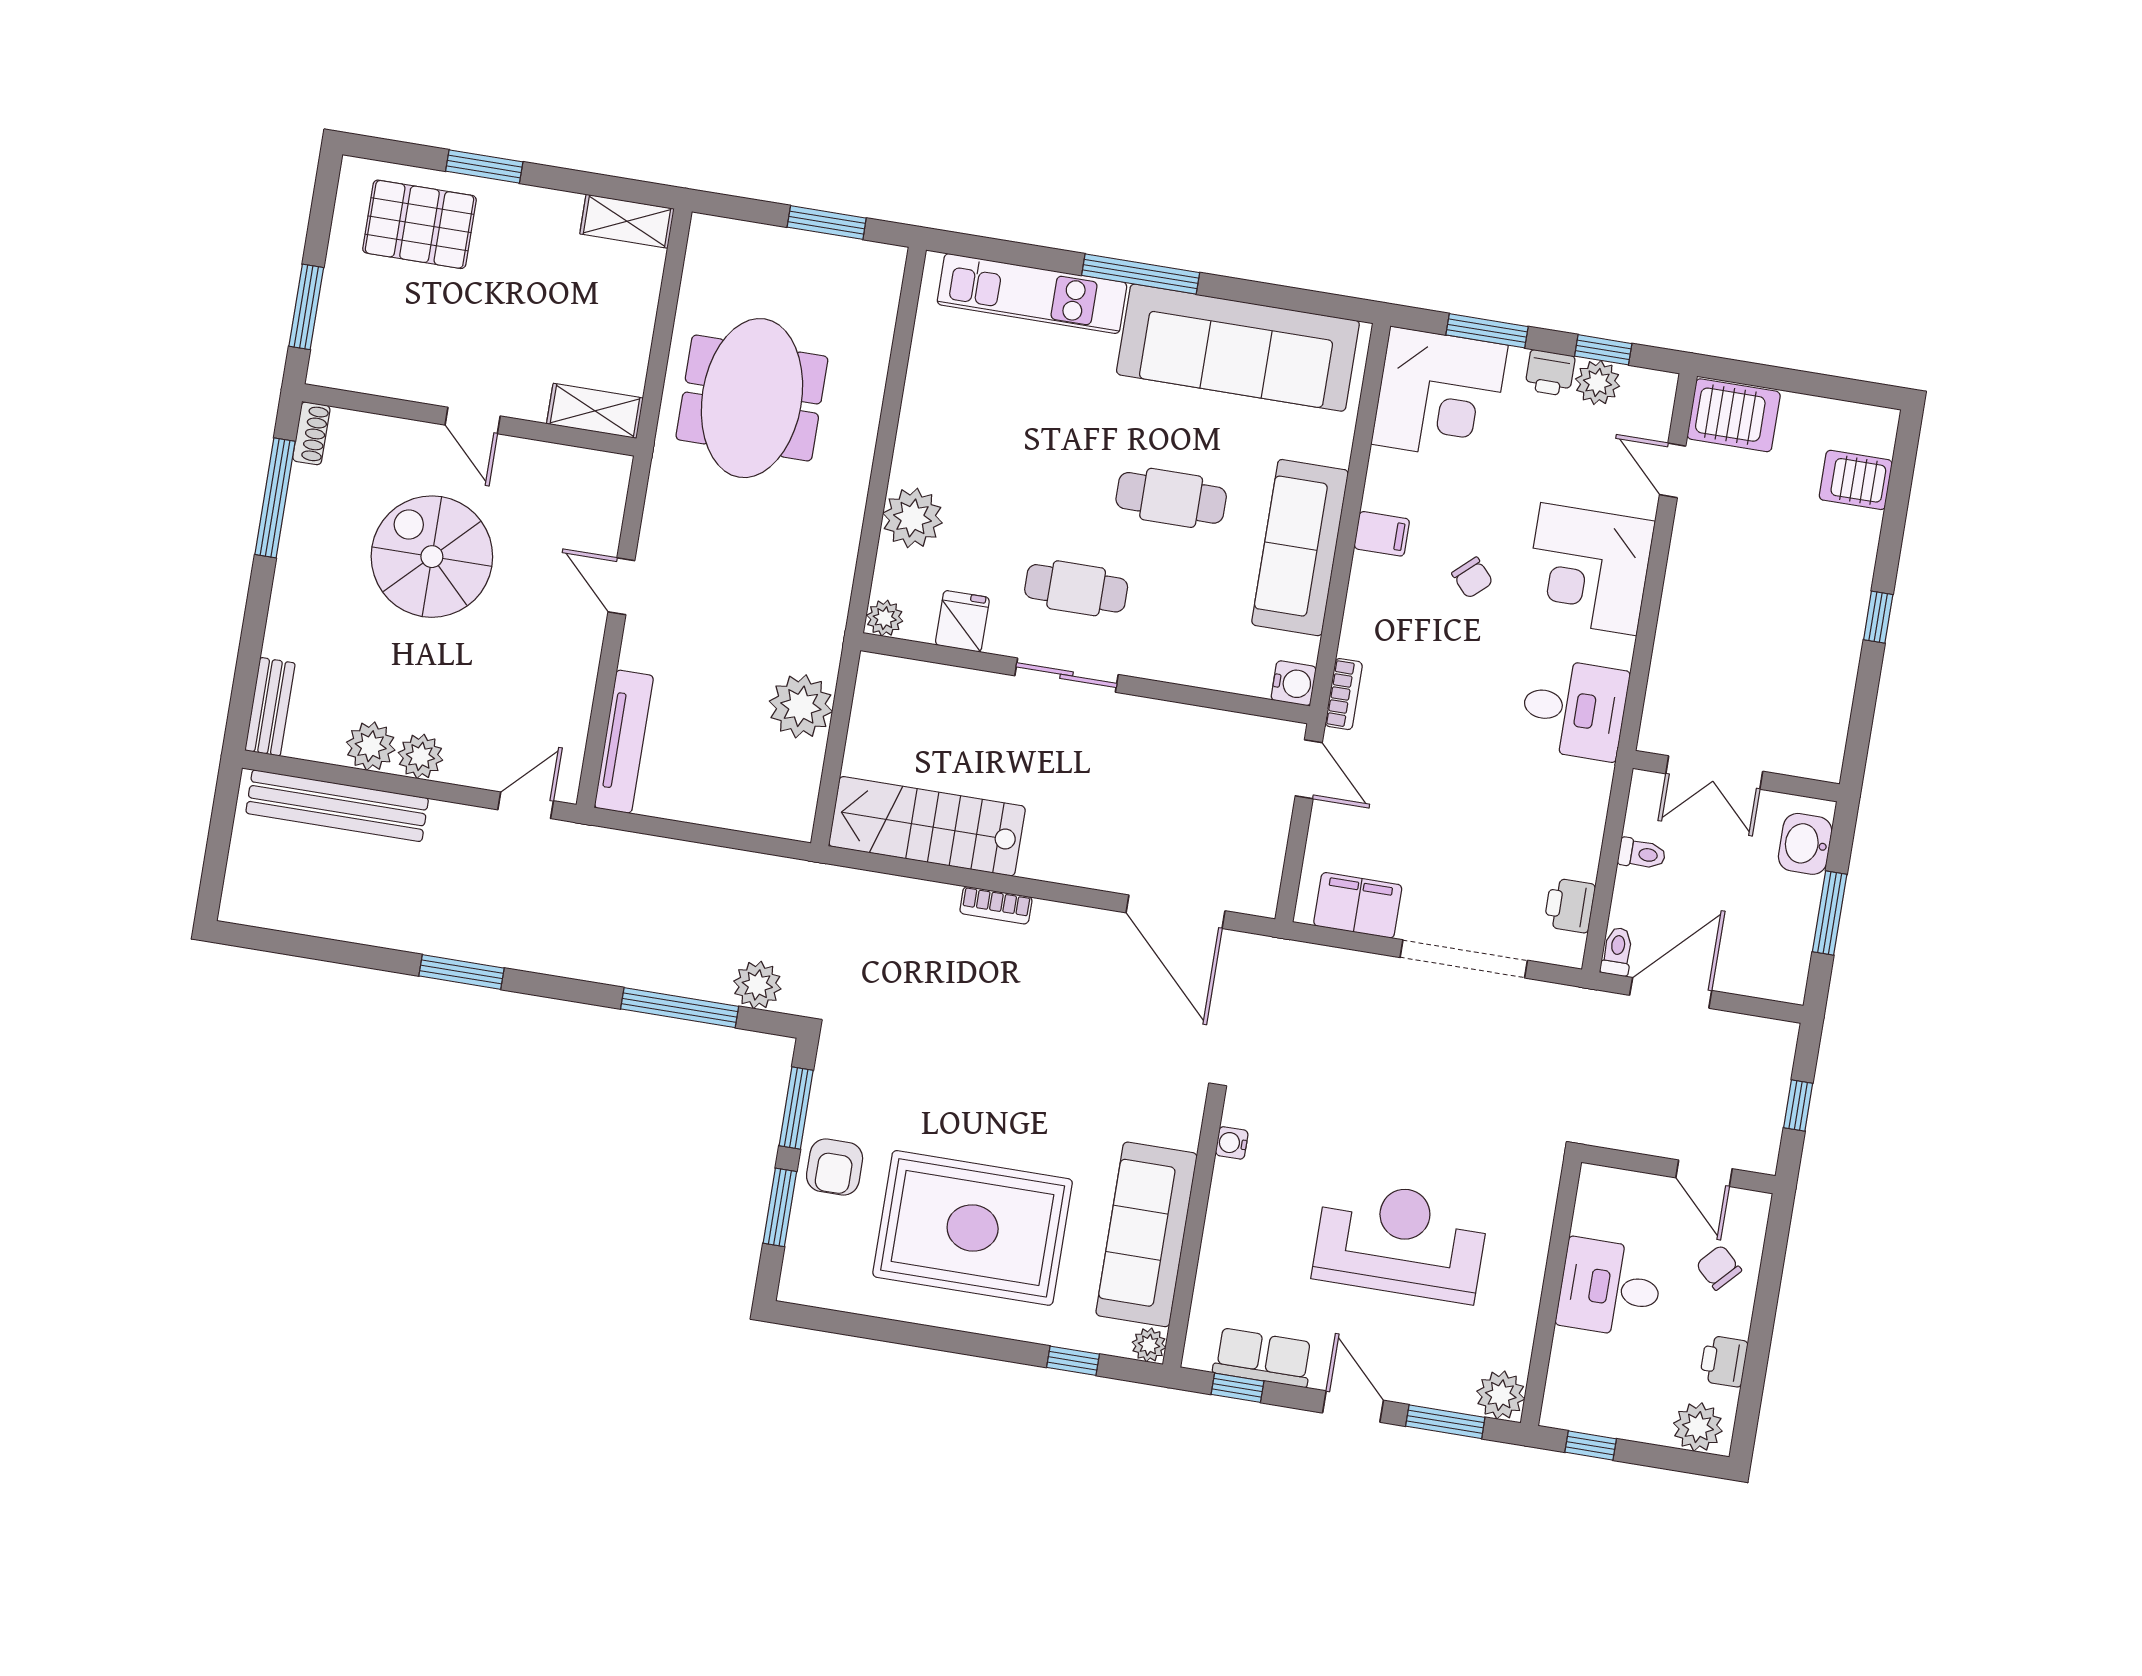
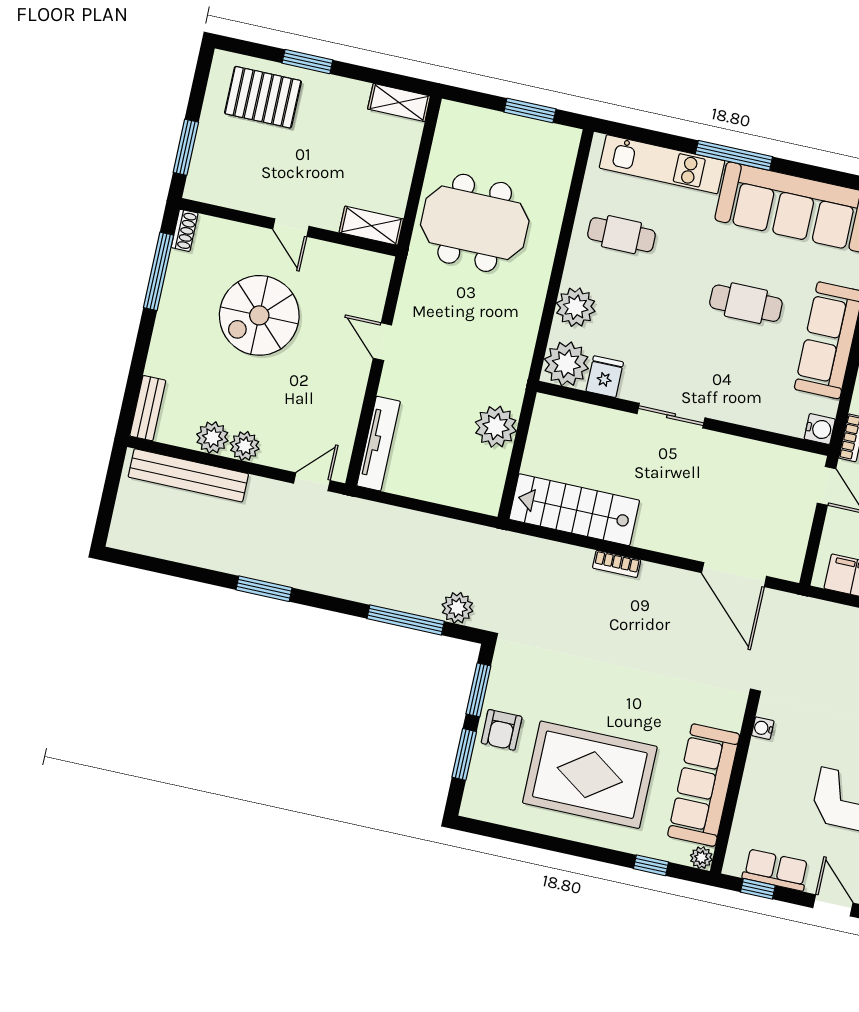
meeting table: (752, 398) -> (475, 223), turned 90
spiral stairs: (432, 557) -> (259, 315), turned -90
cafe table: (1076, 588) -> (621, 235), moved
plant: (885, 618) -> (566, 364), width x1.88, depth x1.88

